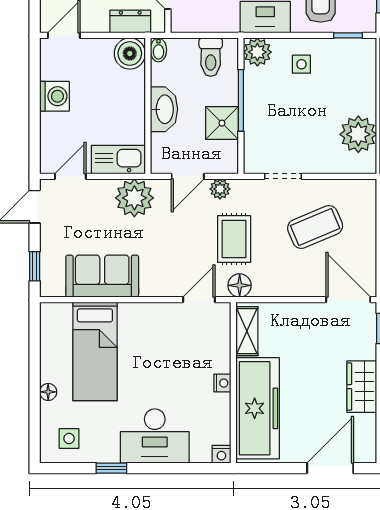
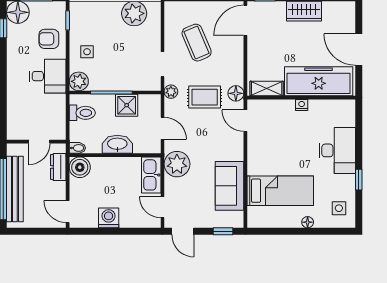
plant: (220, 189) -> (171, 92), moved
nightstand: (221, 454) -> (349, 106), removed
door: (330, 468) -> (359, 50), moved

